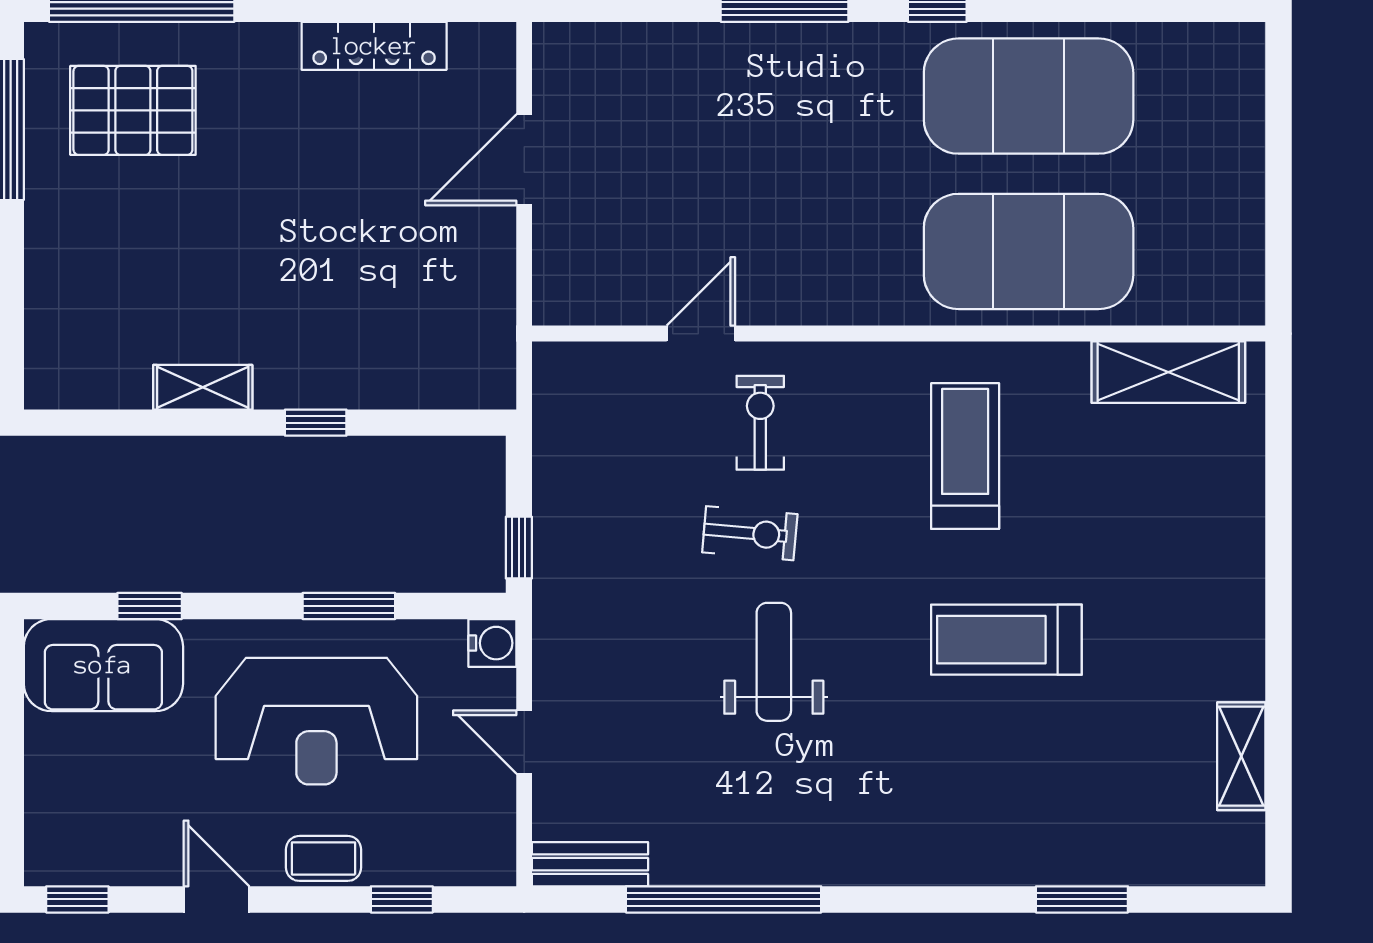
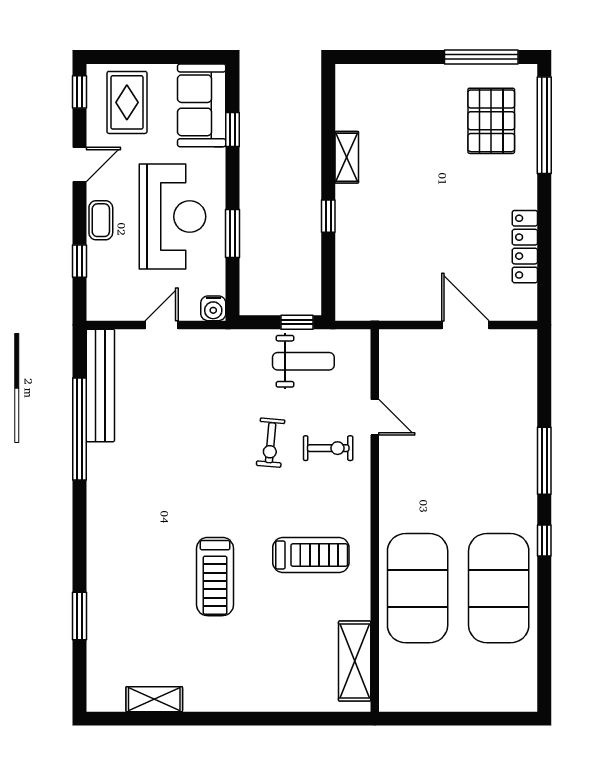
window: (519, 548) -> (297, 322), moved
treadmill: (1006, 640) -> (215, 577), turned 180
weight bench: (774, 662) -> (303, 361), moved
reception desk: (316, 721) -> (173, 217), turned 180
rug: (98, 808) -> (127, 102), added
bench: (590, 864) -> (100, 385), width x1.86, depth x1.21

